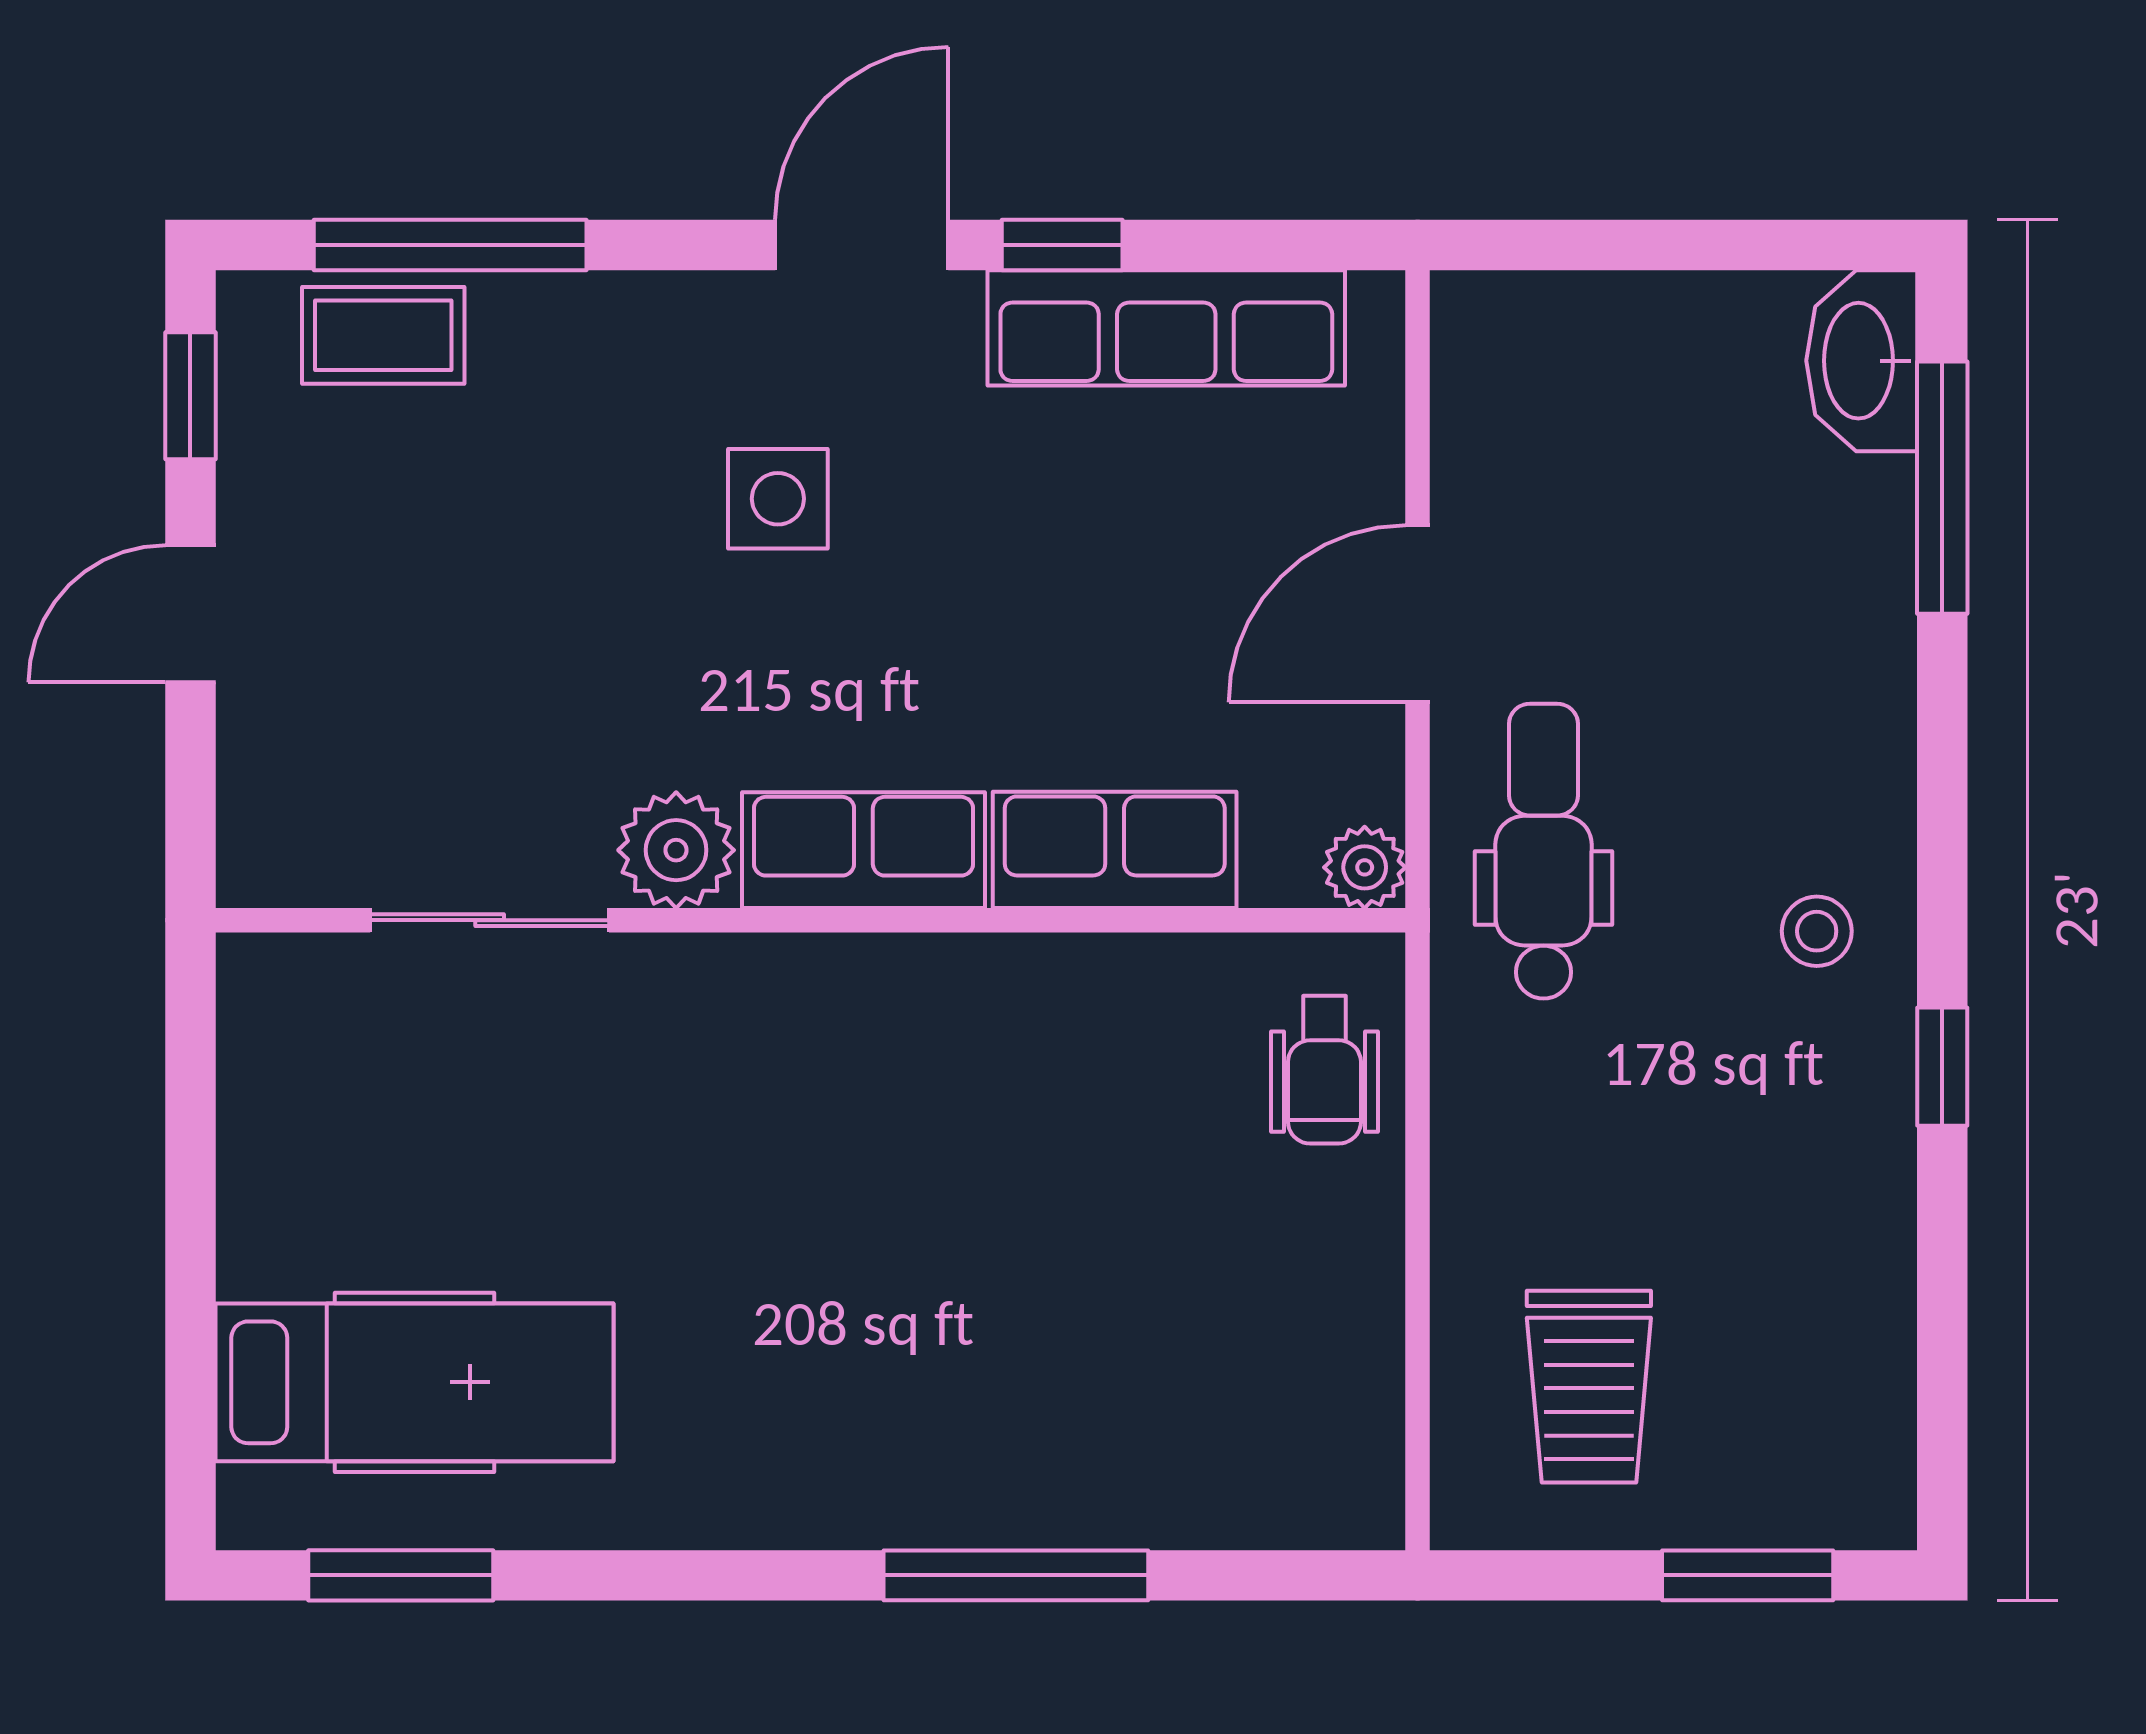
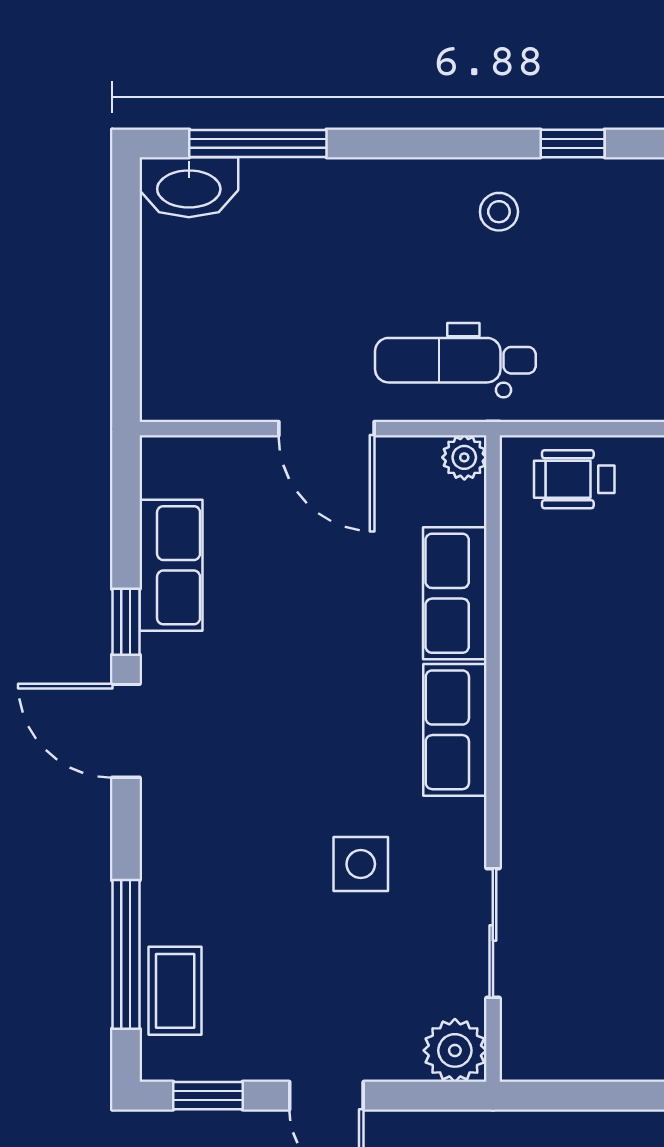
row of seats: (1166, 328) -> (171, 565), width x0.68
side table: (778, 499) -> (361, 864), moved
plant: (676, 850) -> (455, 1050), moved
wheelchair: (1324, 1070) -> (574, 479), turned 180

